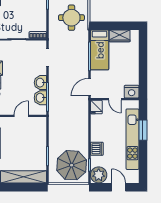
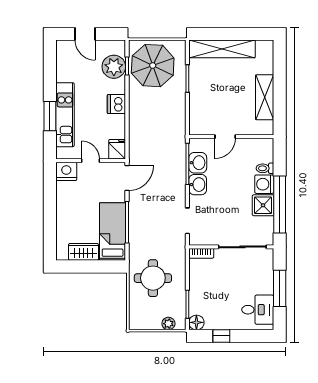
kitchen unit: (132, 139) -> (65, 115), width x0.73
dishwasher: (97, 149) -> (116, 104), moved
plant: (99, 175) -> (114, 67), moved

